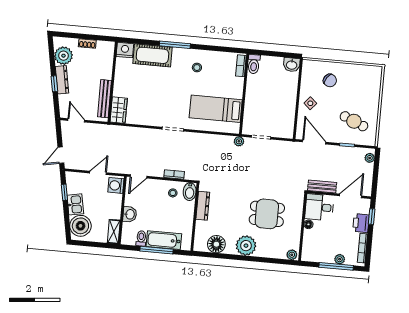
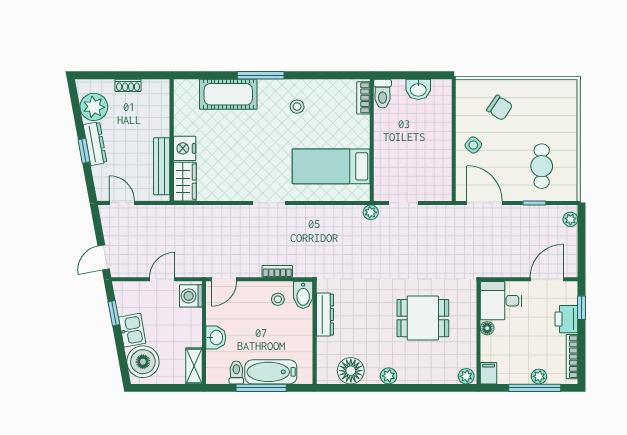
nightstand: (125, 50) -> (185, 148), moved, turned -90
washbasin: (292, 65) -> (418, 89), moved
cafe table: (354, 121) -> (542, 166), turned 67
bench: (322, 187) -> (503, 269), removed
plant: (246, 246) -> (389, 376), width x0.53, depth x0.53
filing cabinet: (307, 254) -> (489, 373), added

